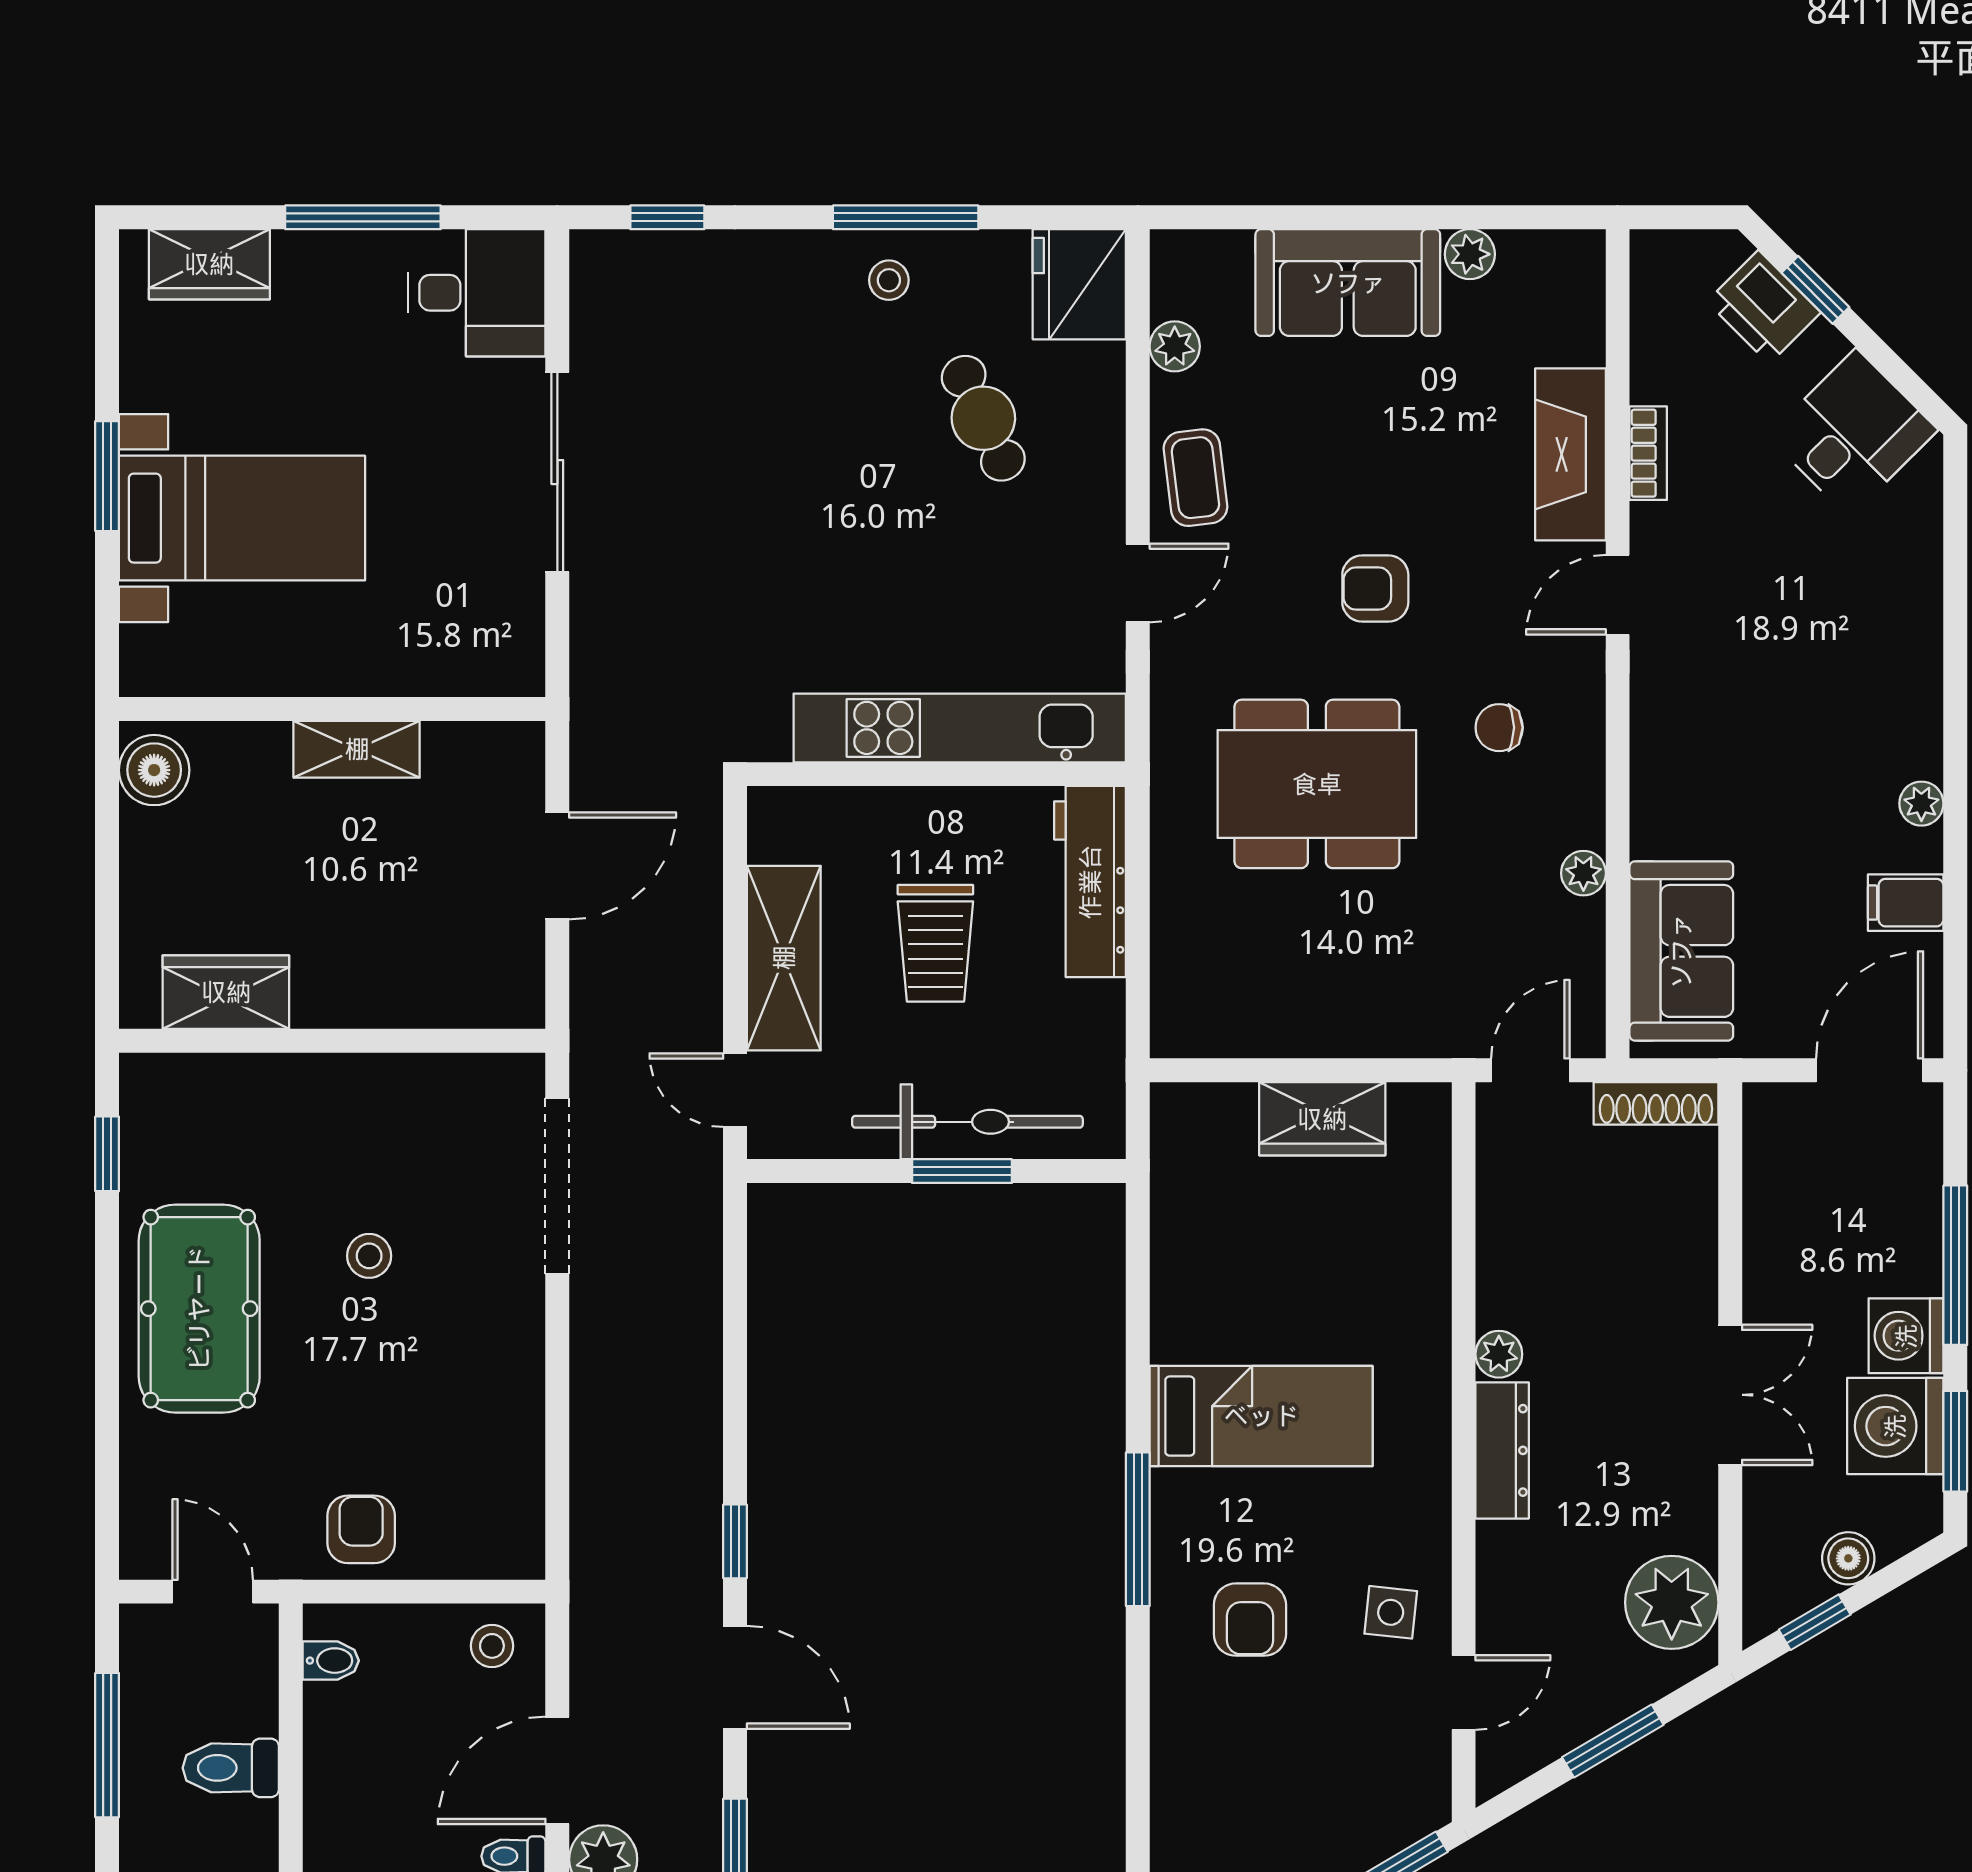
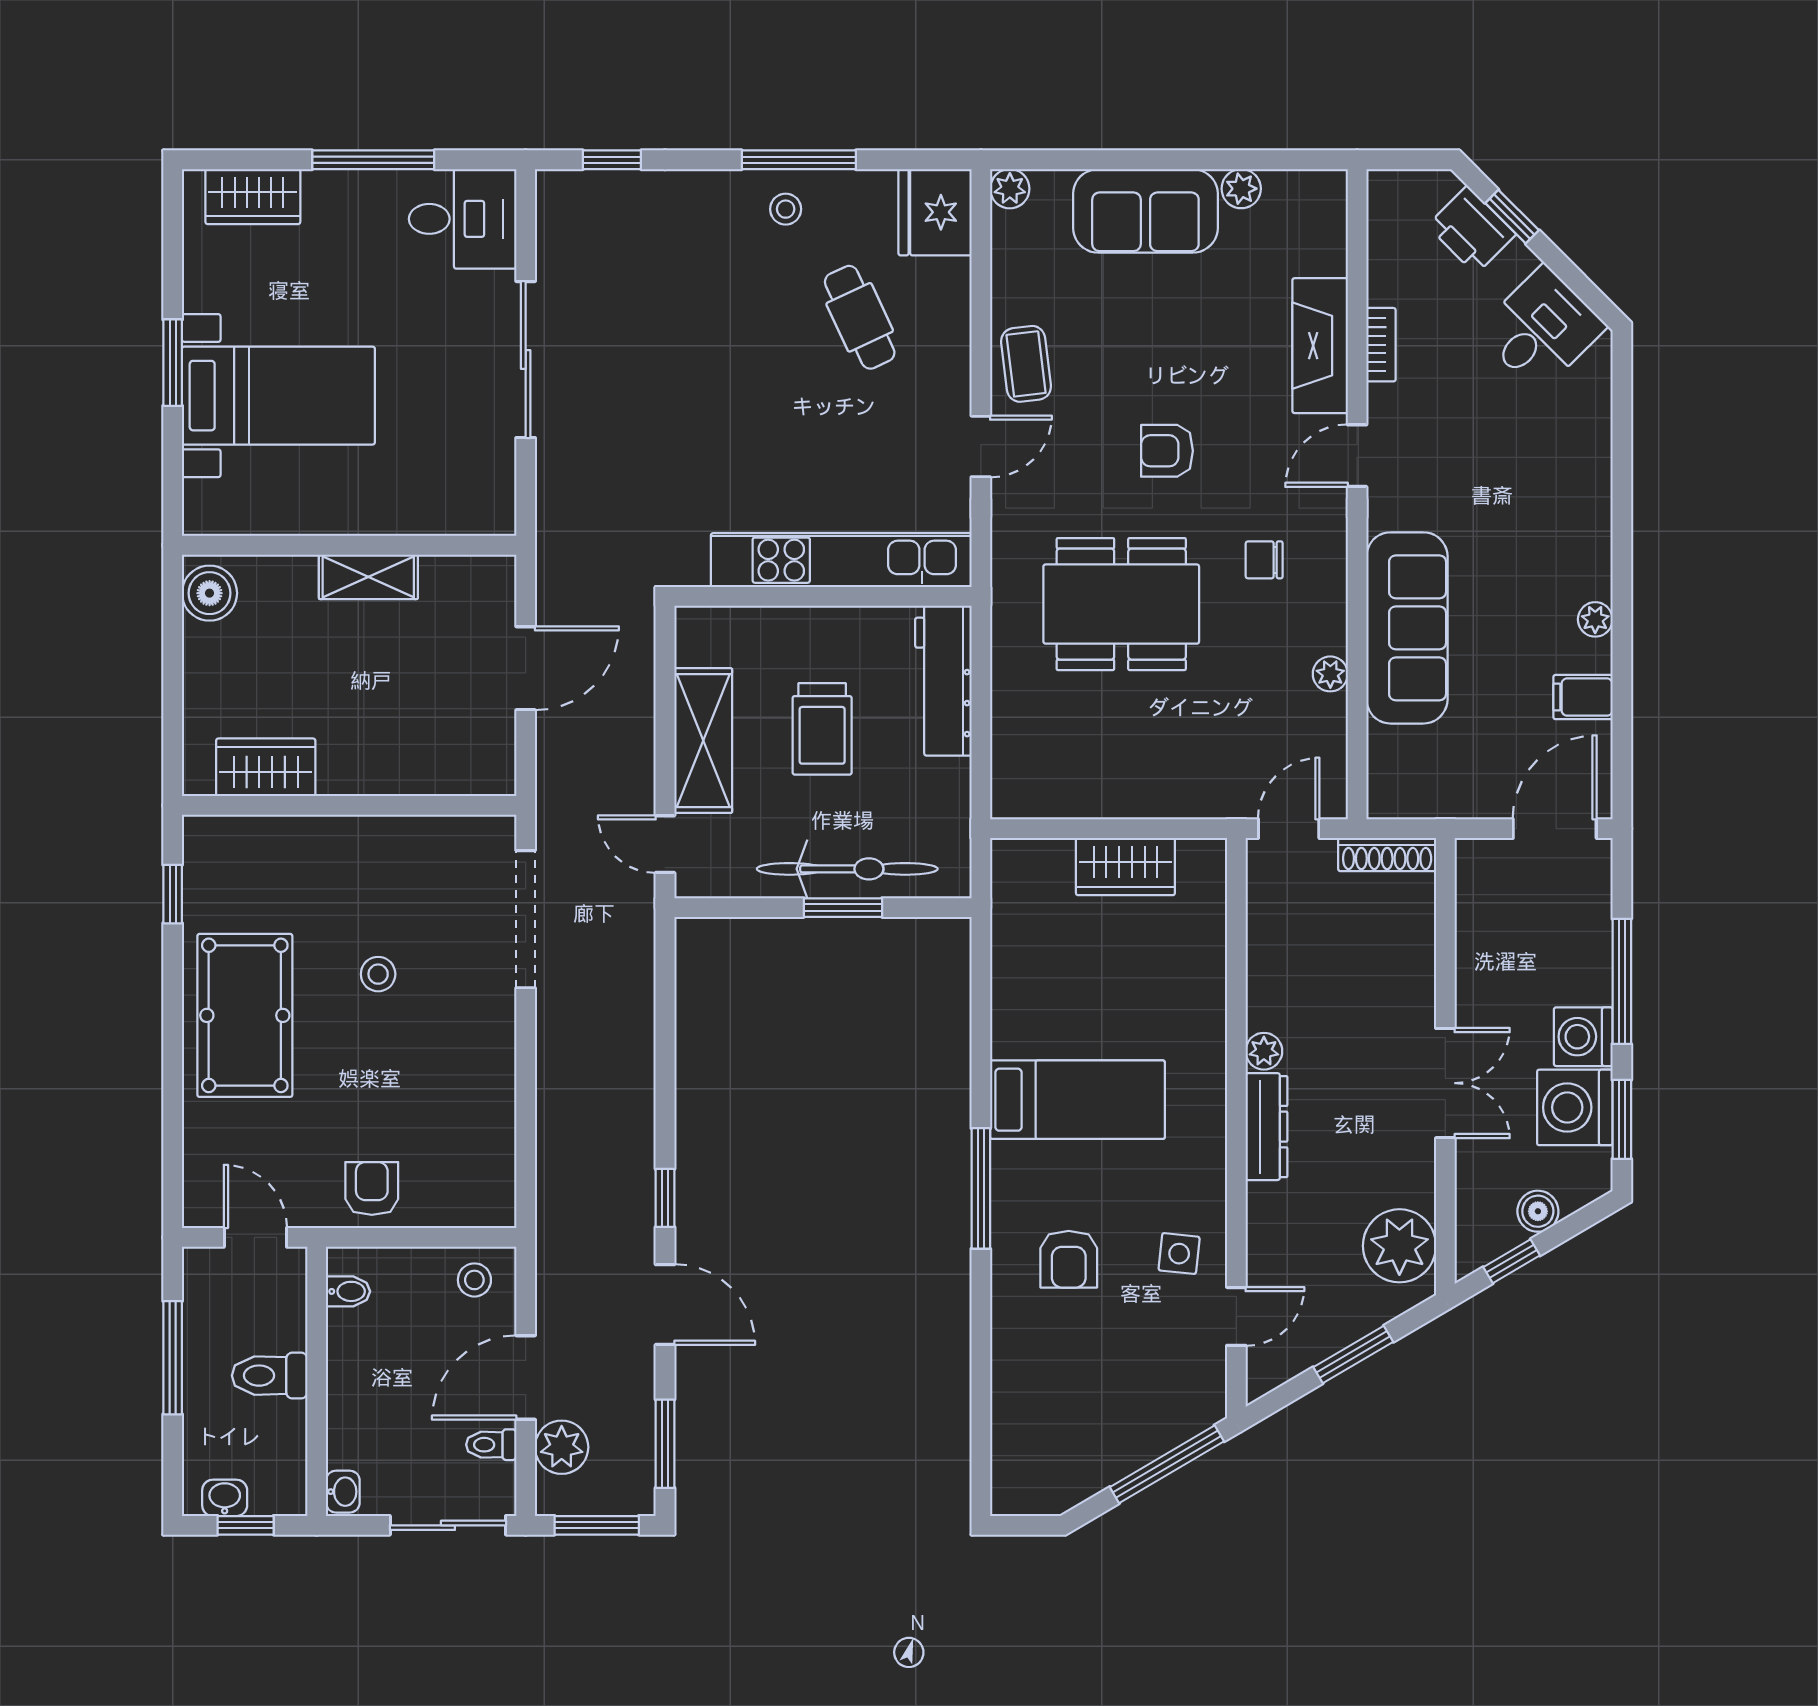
plant: (1175, 346) -> (1010, 189), moved
sofa: (1681, 951) -> (1407, 628), moved, width x1.36

